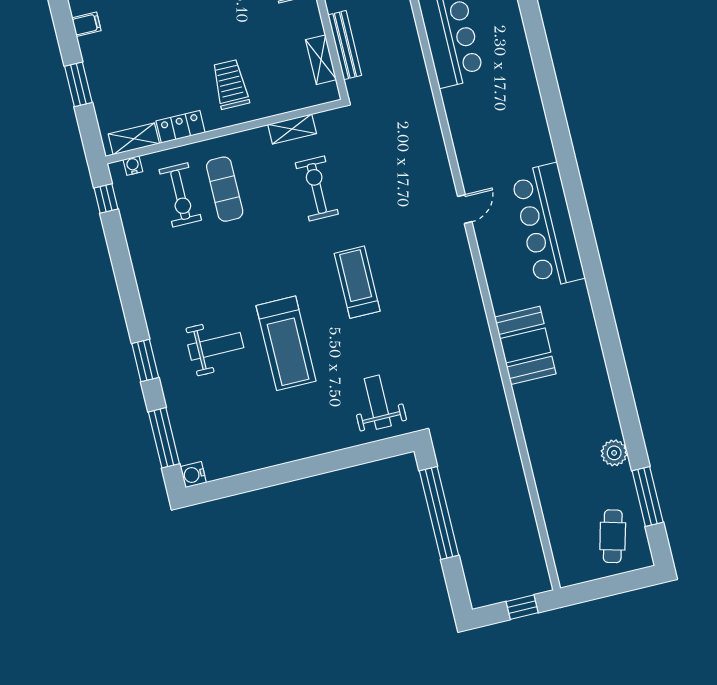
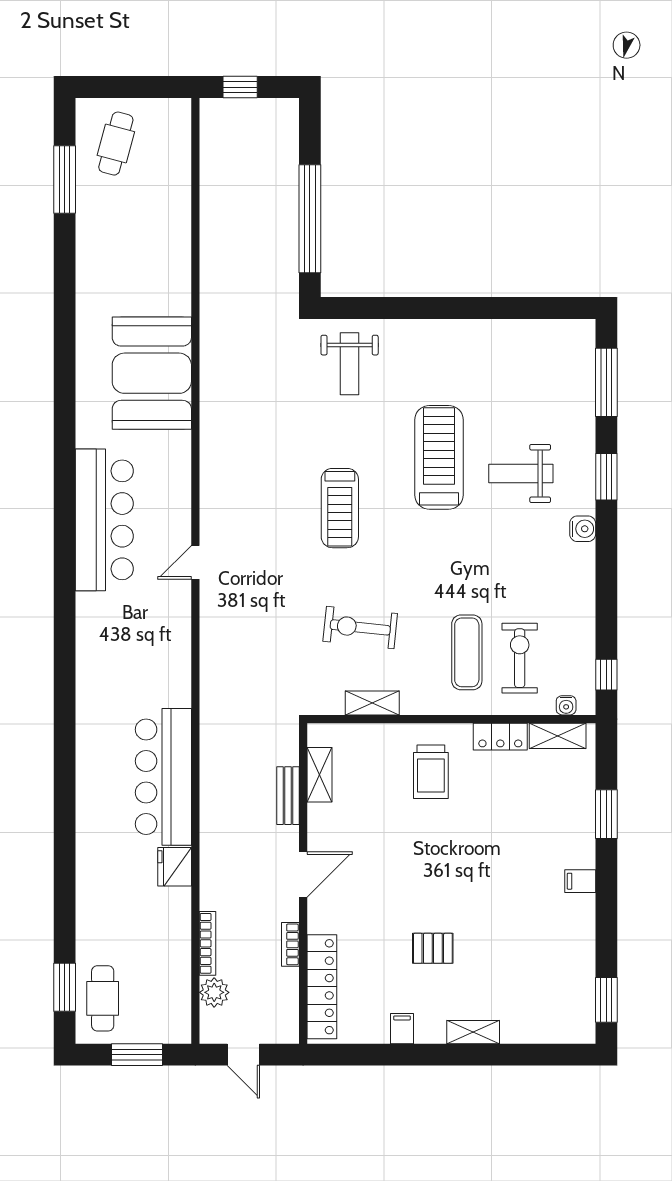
bench: (345, 45) -> (288, 796), width x0.73
exercise bike: (317, 188) -> (360, 627), turned 96
booth: (525, 345) -> (152, 373), width x1.36, depth x1.42
plant: (614, 453) -> (91, 239), removed
water cooler: (193, 475) -> (583, 529), moved

